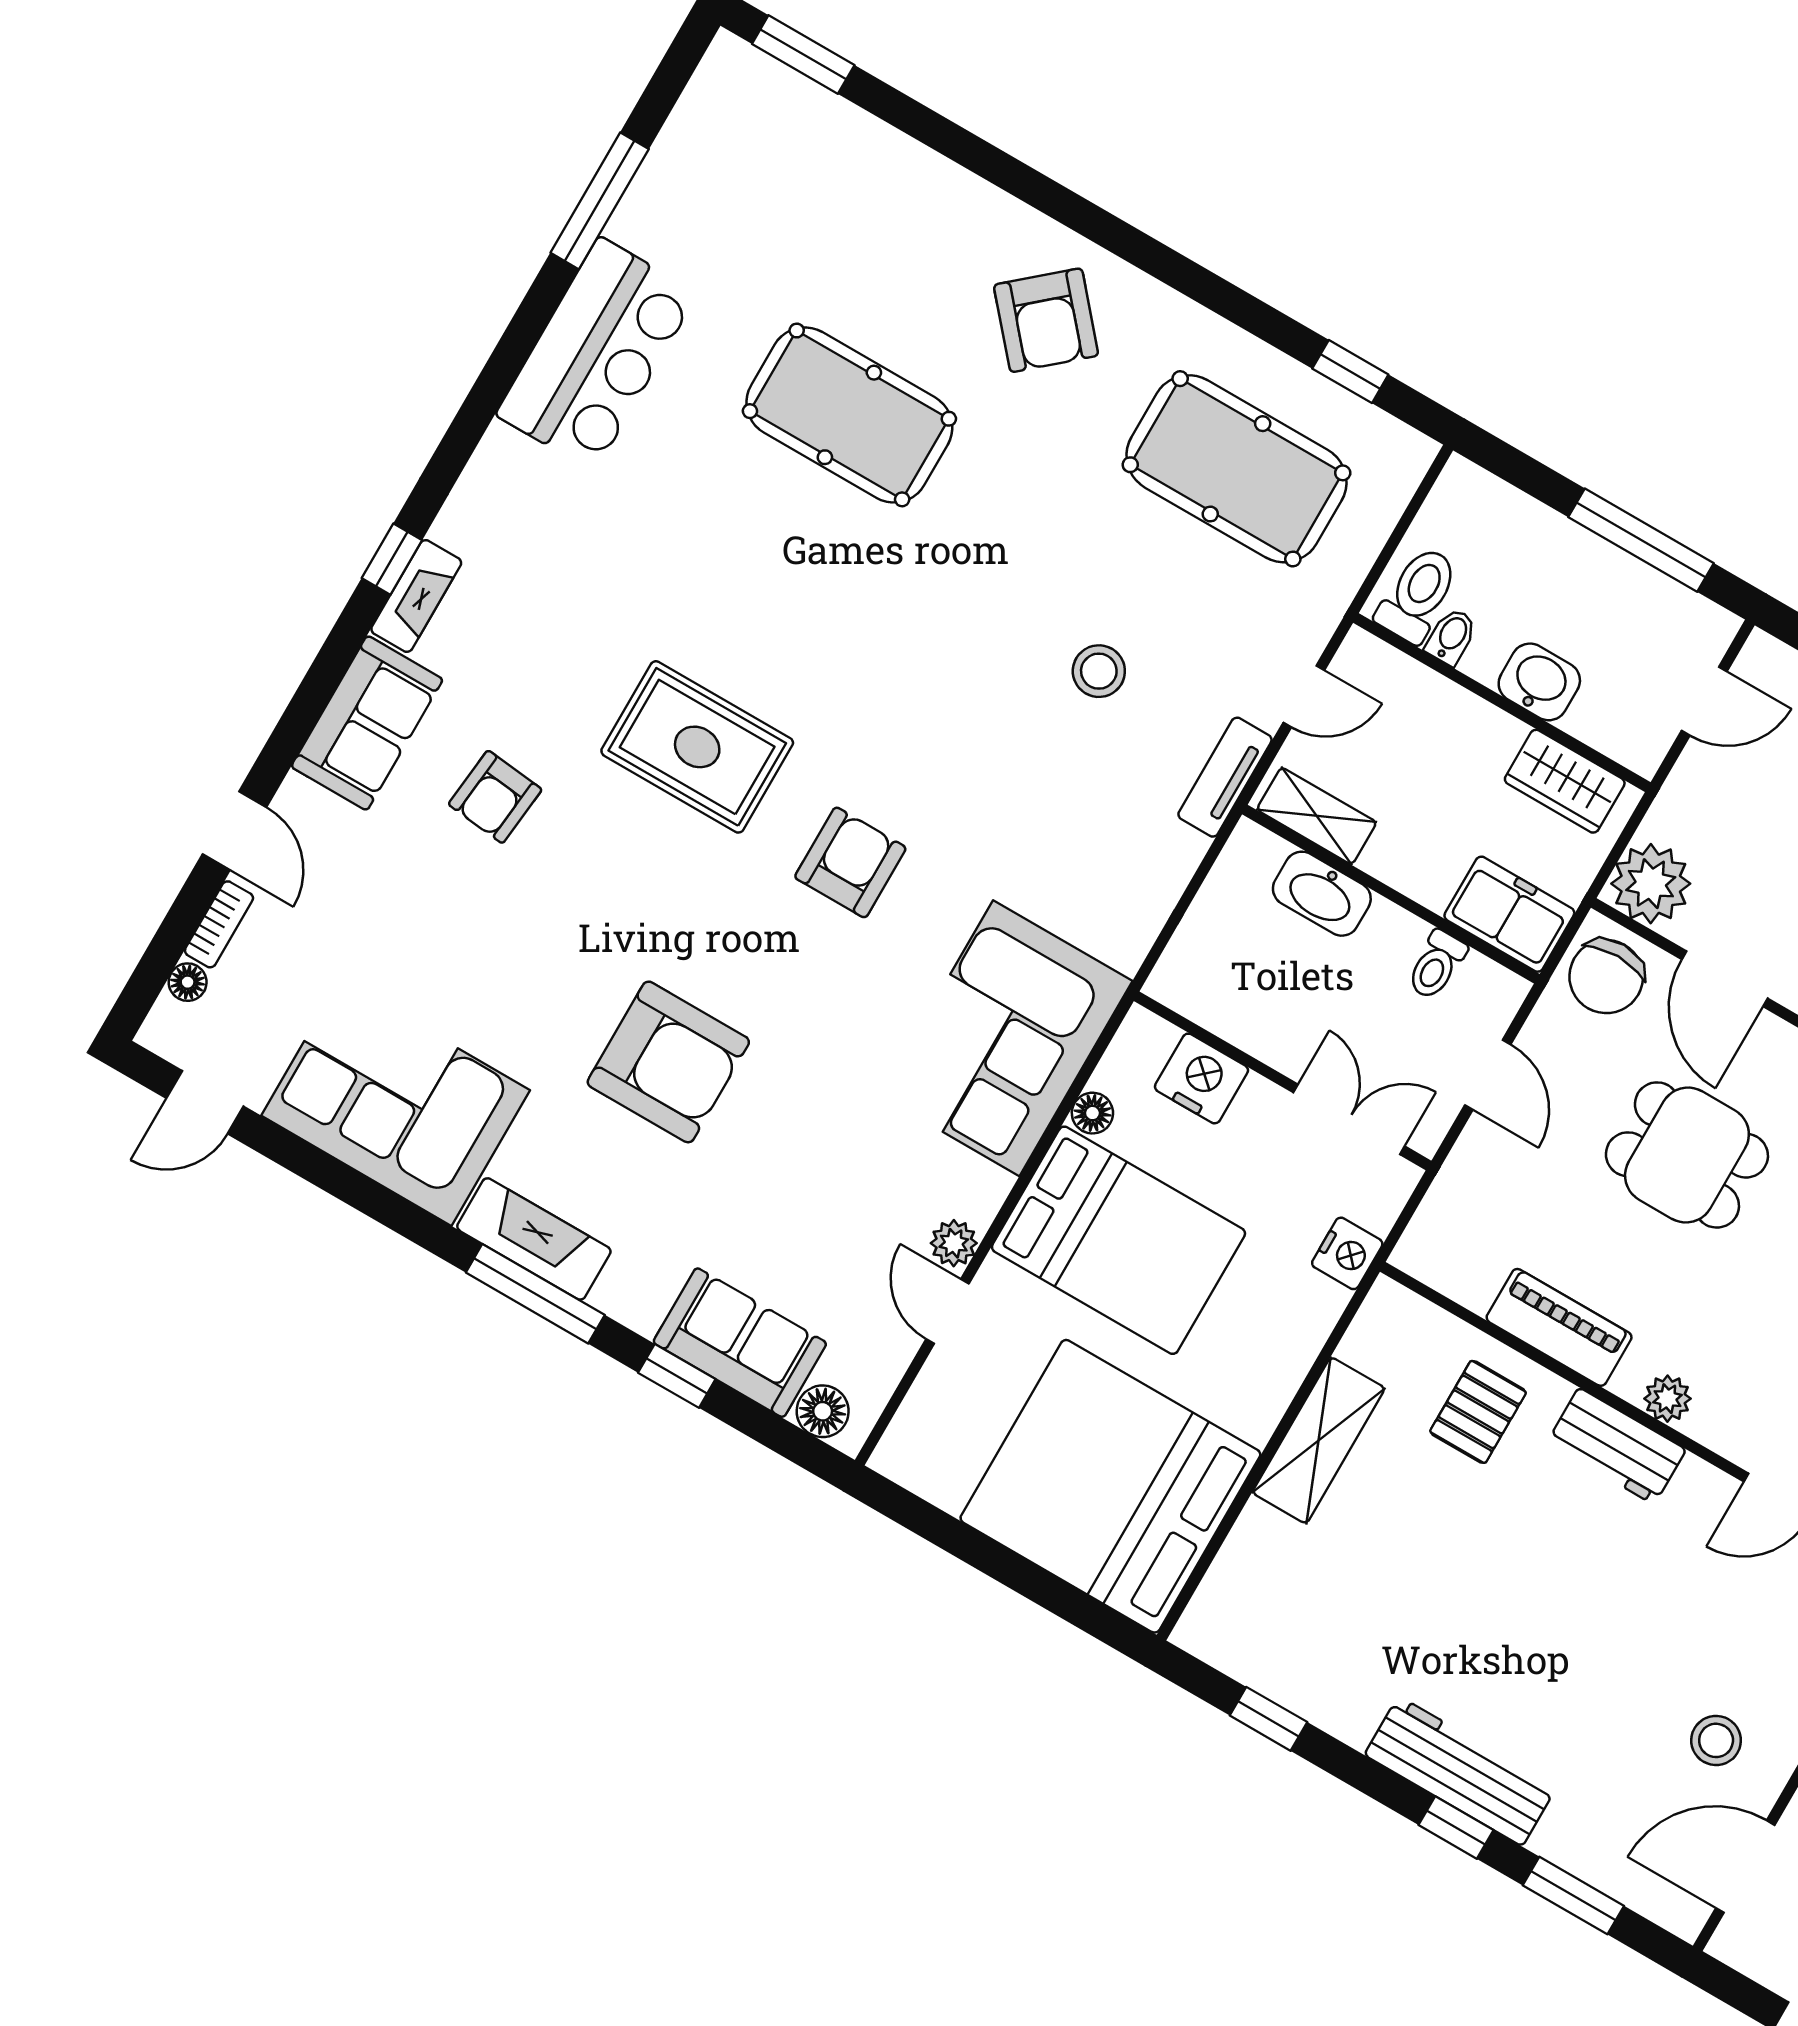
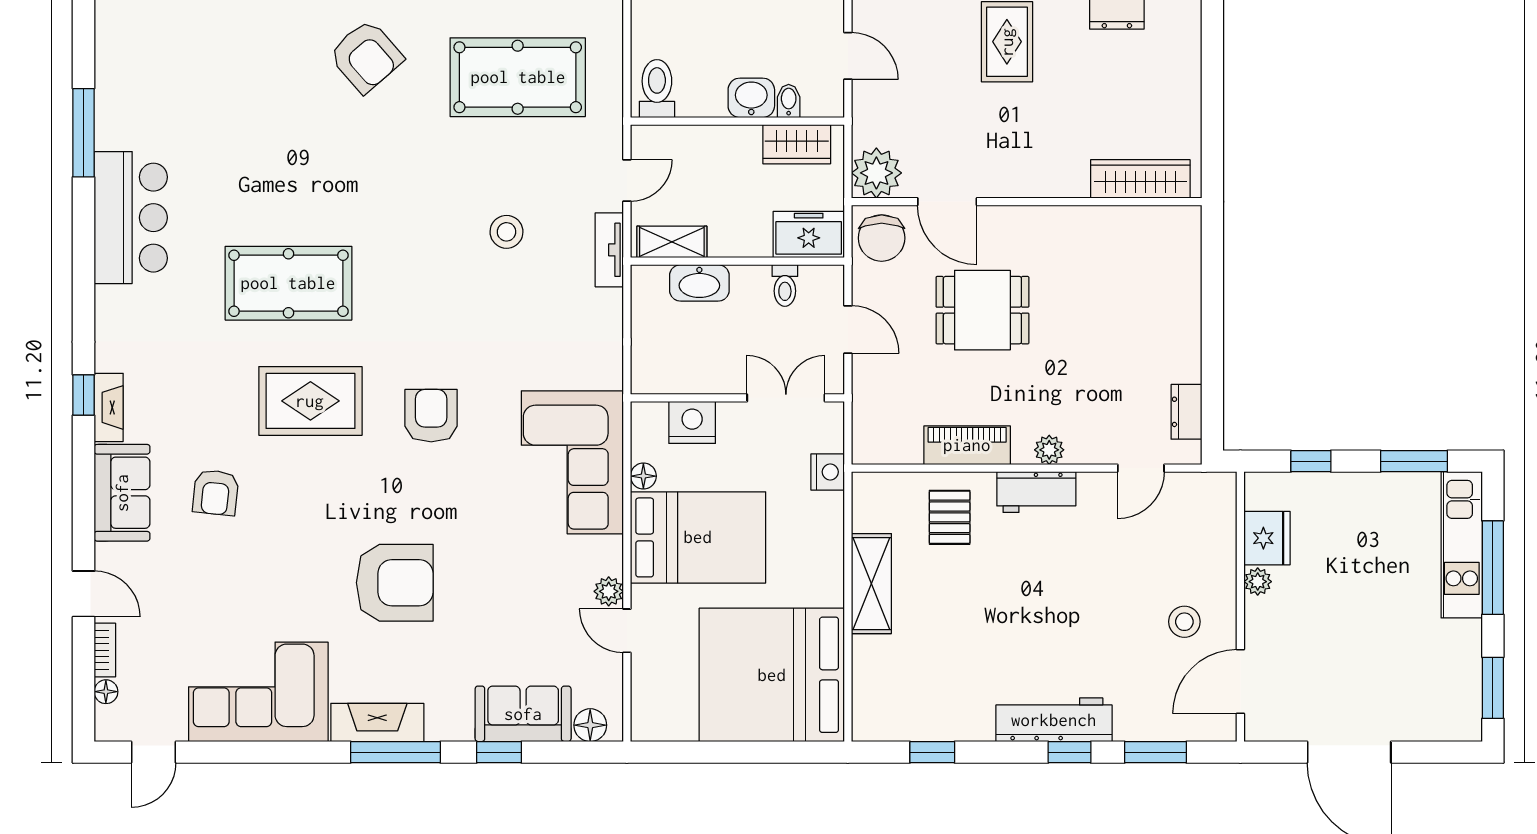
pool table: (849, 415) -> (288, 283), moved
bidet: (1451, 636) -> (789, 101), moved
door: (1704, 701) -> (848, 56), hinge flipped

